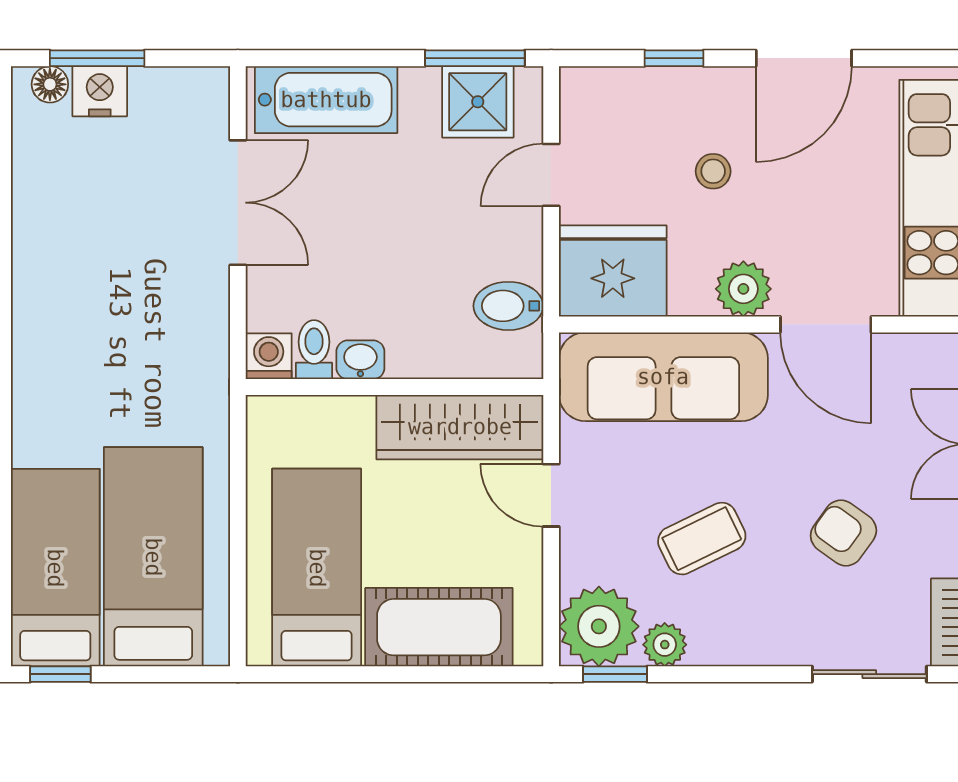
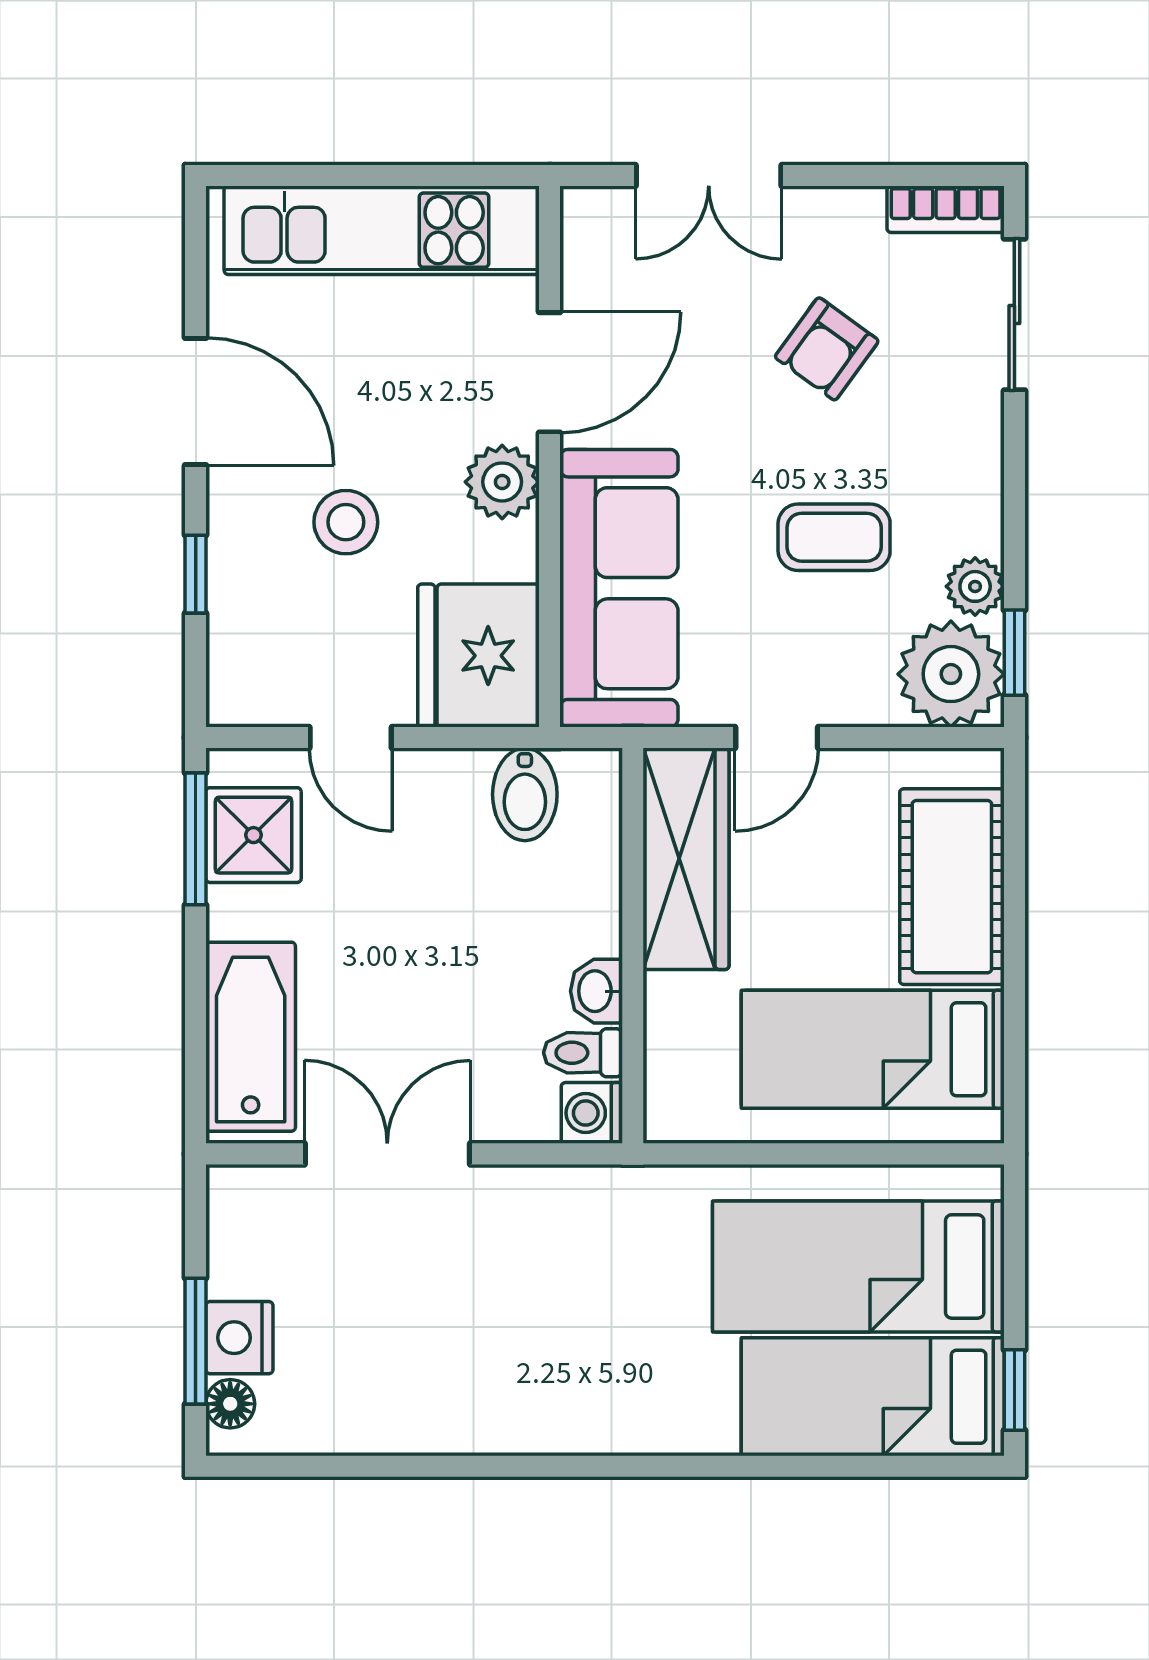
stool: (713, 171) -> (346, 522), width x1.37, depth x1.37
coffee table: (702, 539) -> (834, 537), turned -64

